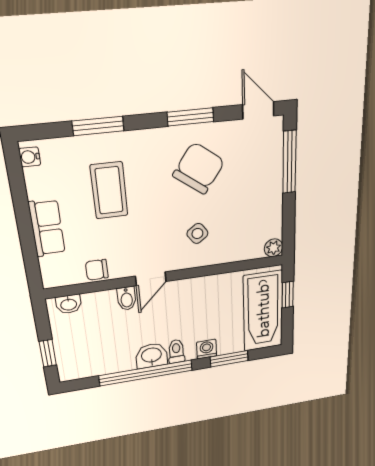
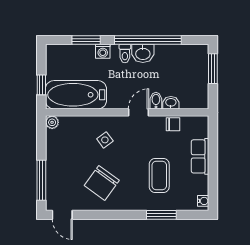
window: (191, 117) -> (105, 215), removed
washbasin: (69, 304) -> (171, 103), moved
bathtub: (263, 311) -> (76, 95), moved, turned -90
window: (48, 353) -> (213, 69), width x1.50

